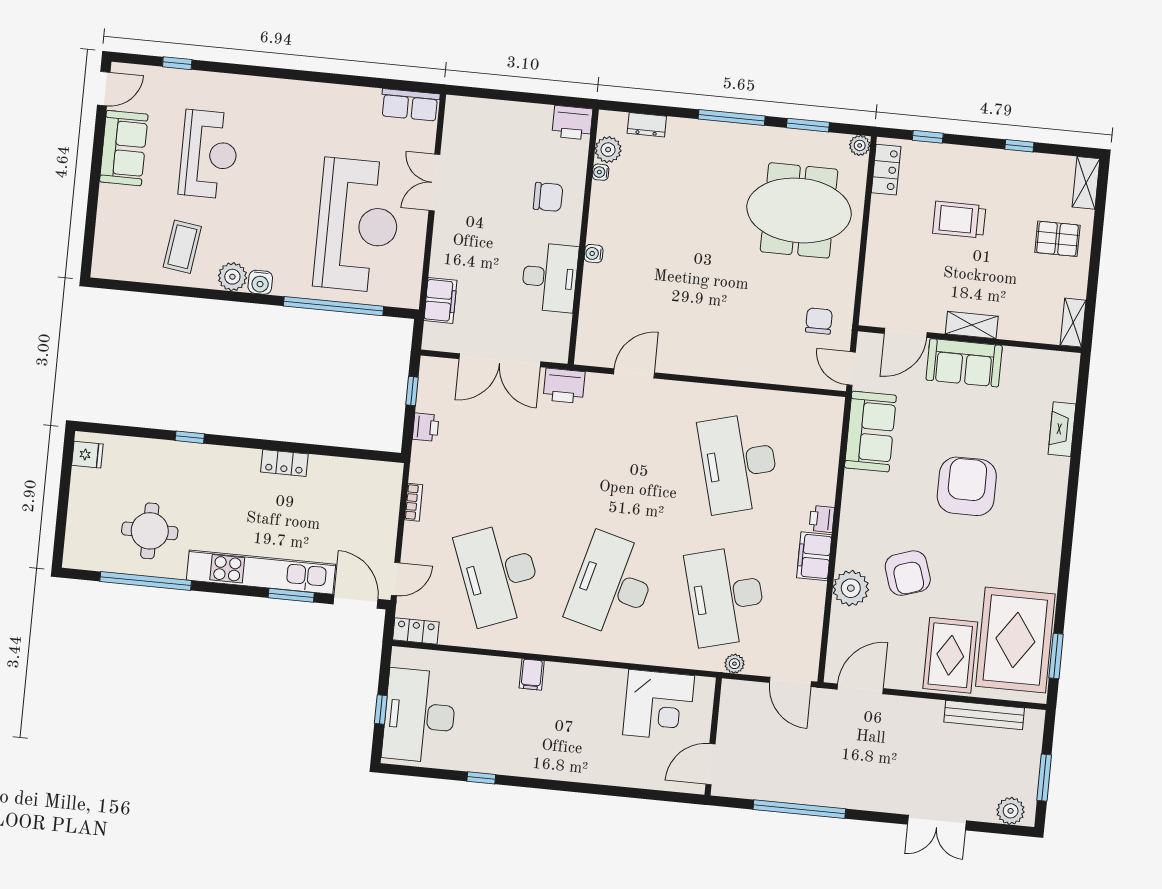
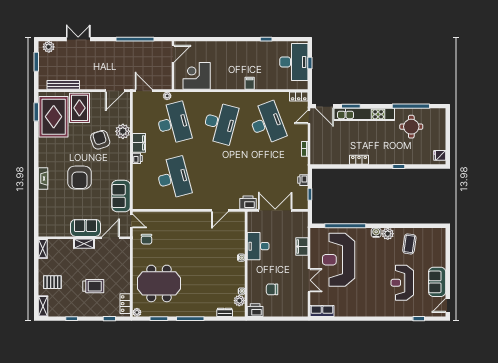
chair: (548, 197) -> (272, 289), moved
filing cabinet: (440, 300) -> (302, 247), moved
fireplace: (1062, 429) -> (43, 178), moved

